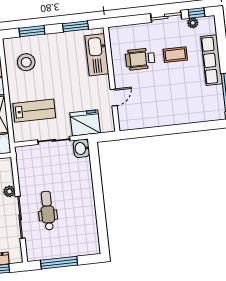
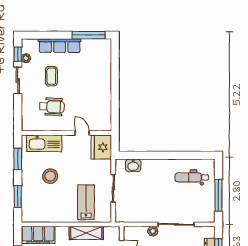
wheelchair: (140, 59) -> (52, 107), turned -87
stool: (26, 62) -> (50, 176), moved
fridge: (85, 123) -> (101, 147), moved
washbasin: (81, 148) -> (133, 165), moved
dental chair: (48, 211) -> (192, 177), moved

